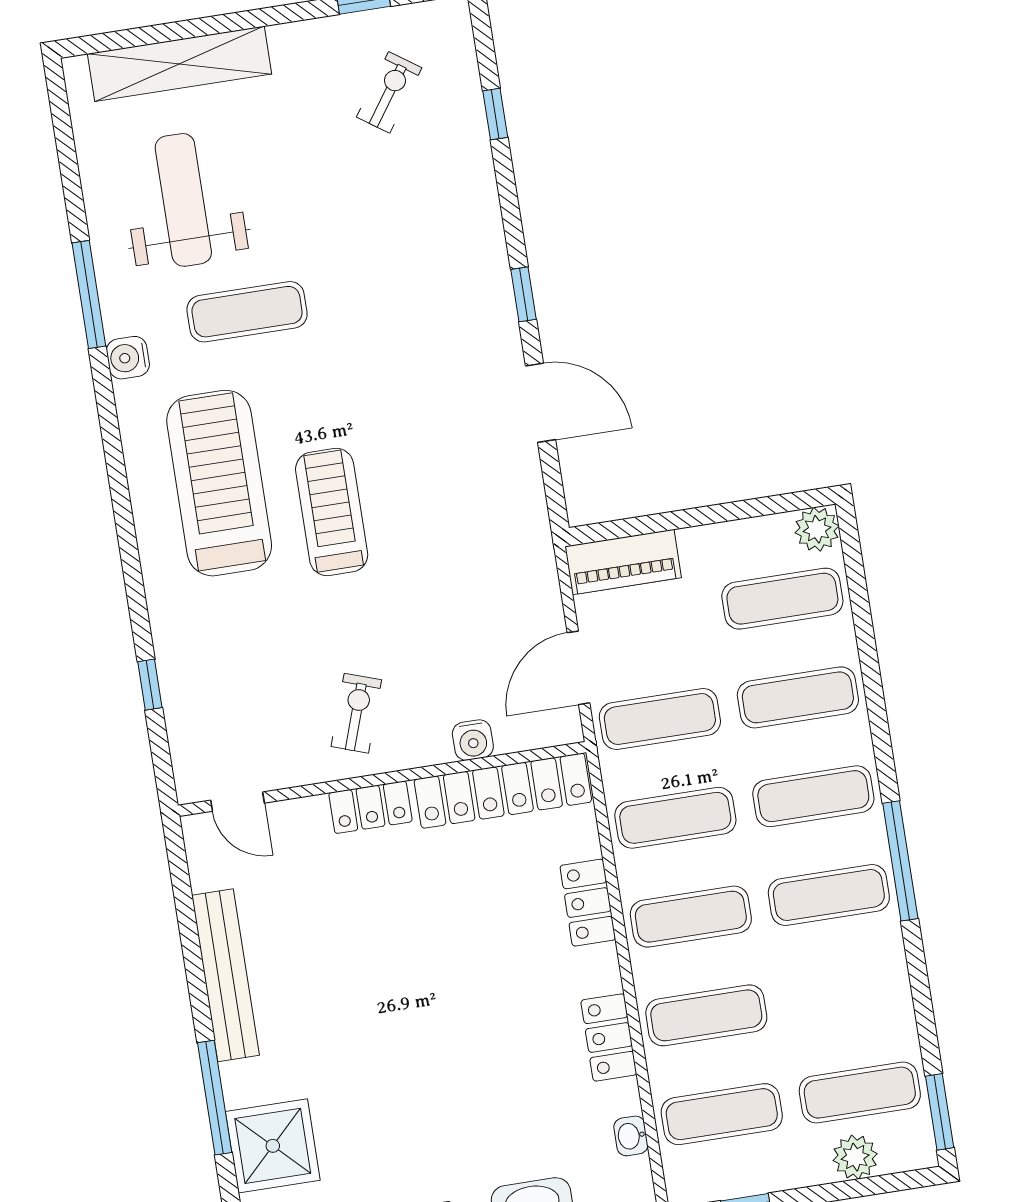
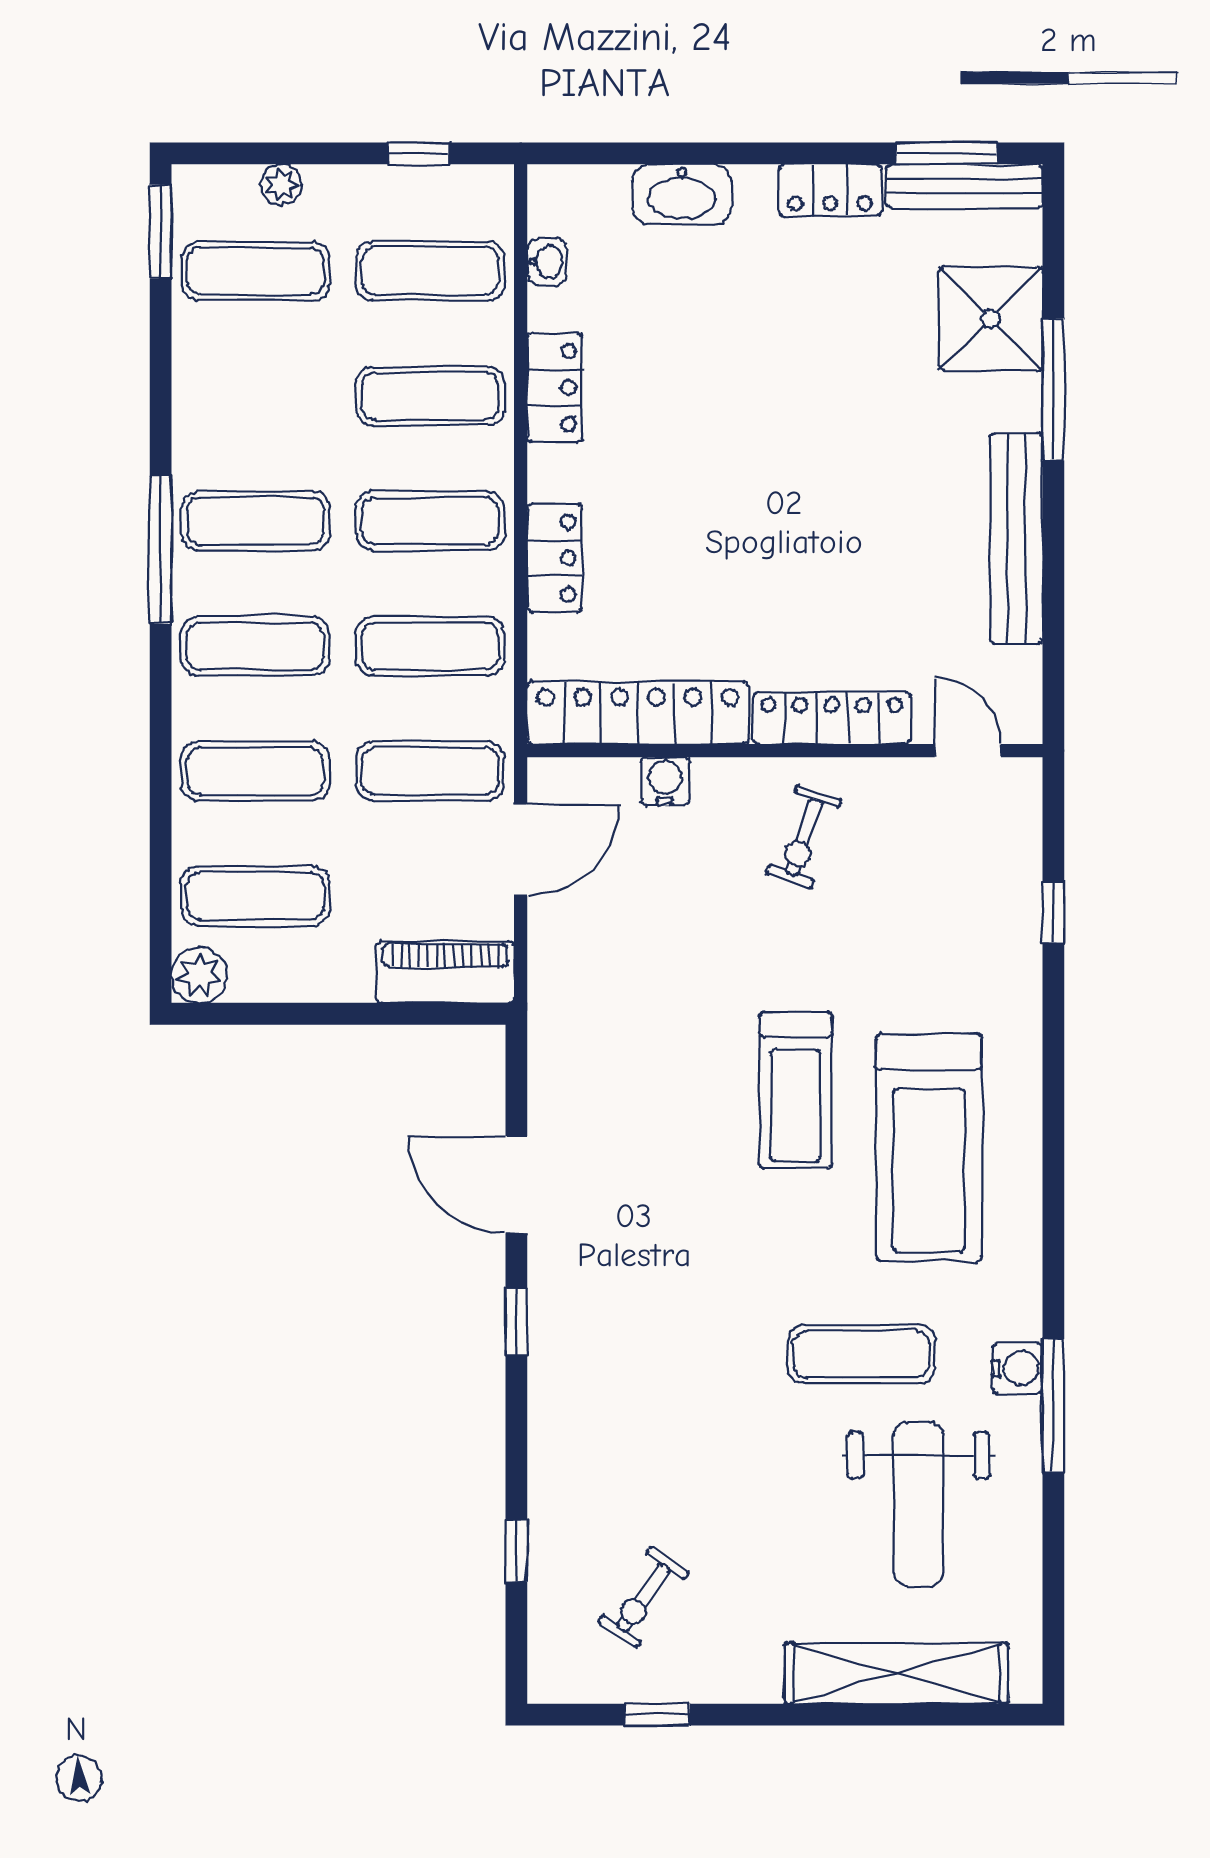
water cooler: (128, 358) -> (1017, 1368), moved
locker: (371, 807) -> (832, 718), width x1.53
plant: (855, 1157) -> (281, 185), width x0.73, depth x0.73

